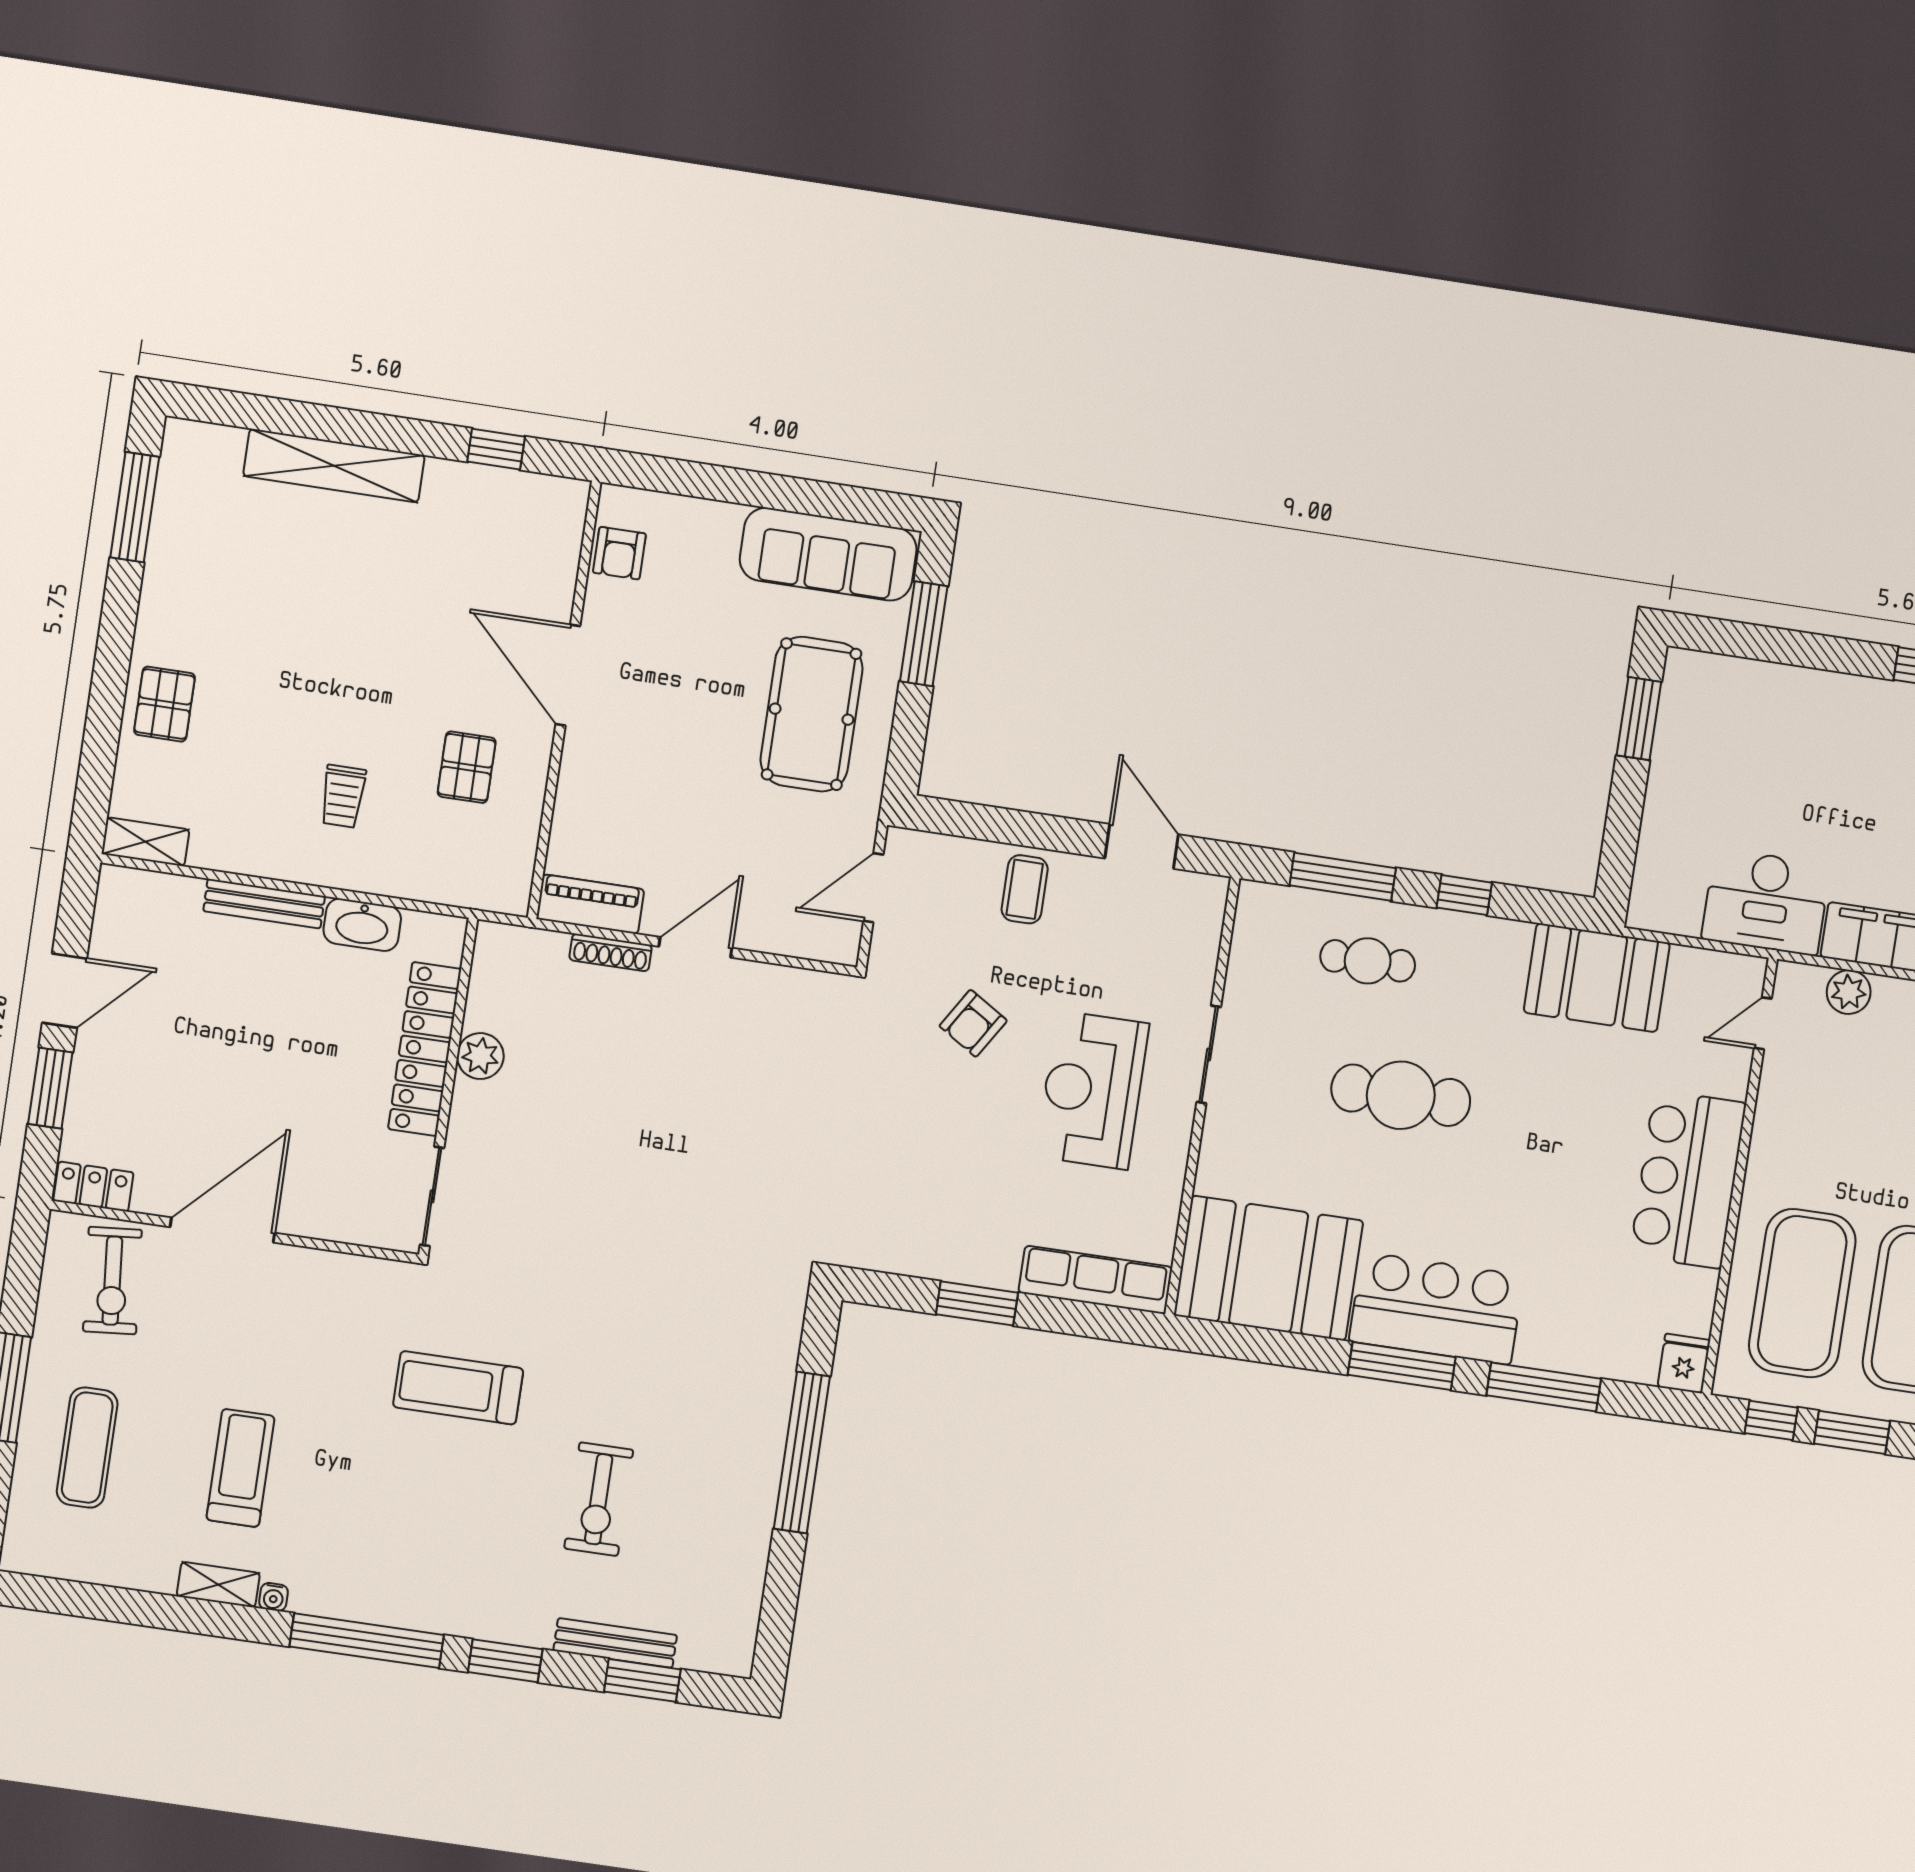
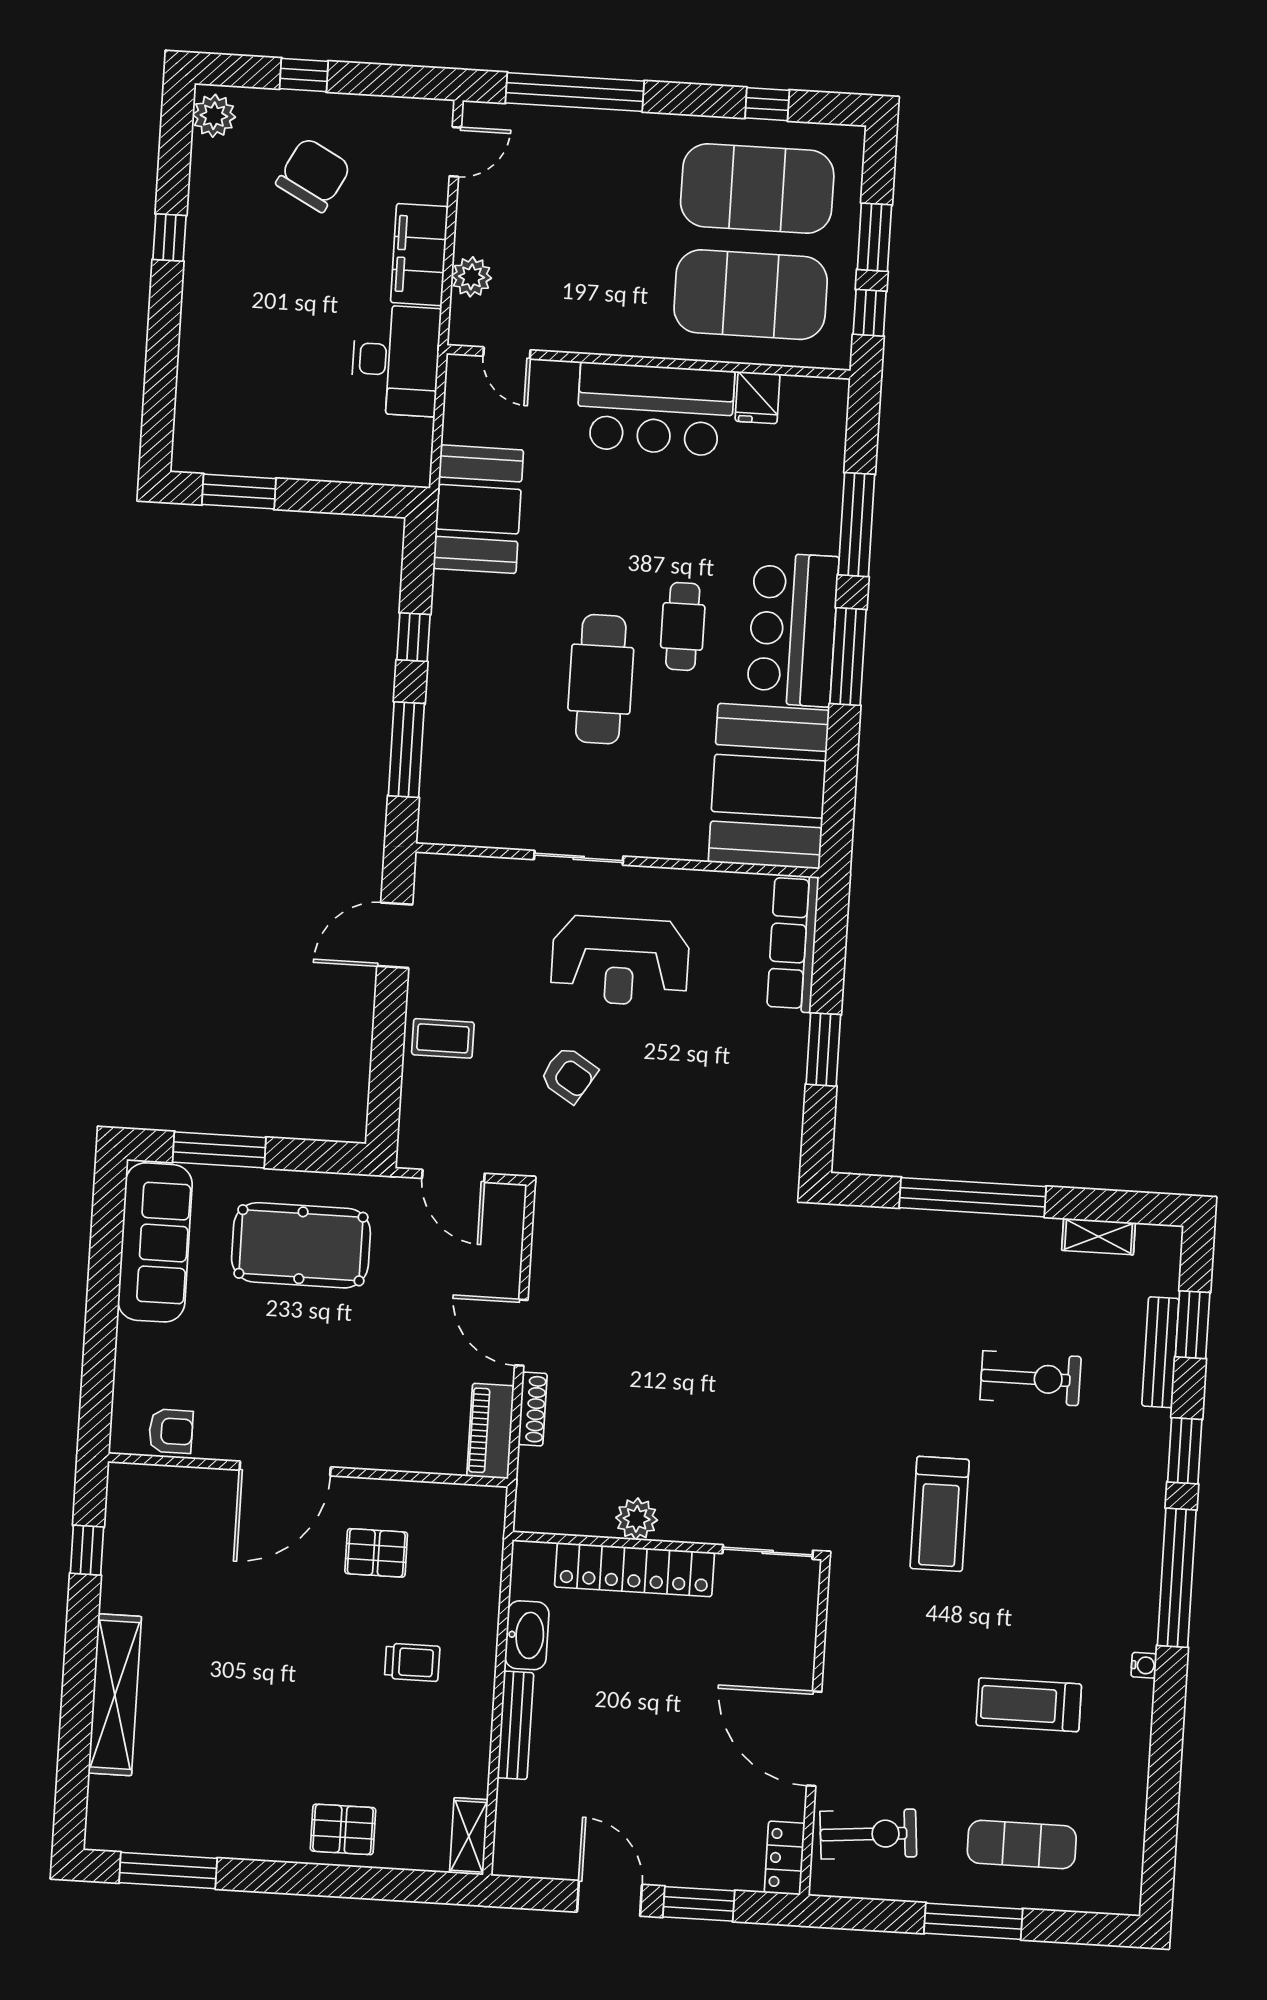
cafe table: (1368, 961) -> (683, 626), moved
fridge: (1684, 1364) -> (757, 398), moved, turned -90
shelving: (218, 1585) -> (1099, 1236), moved, turned 90

